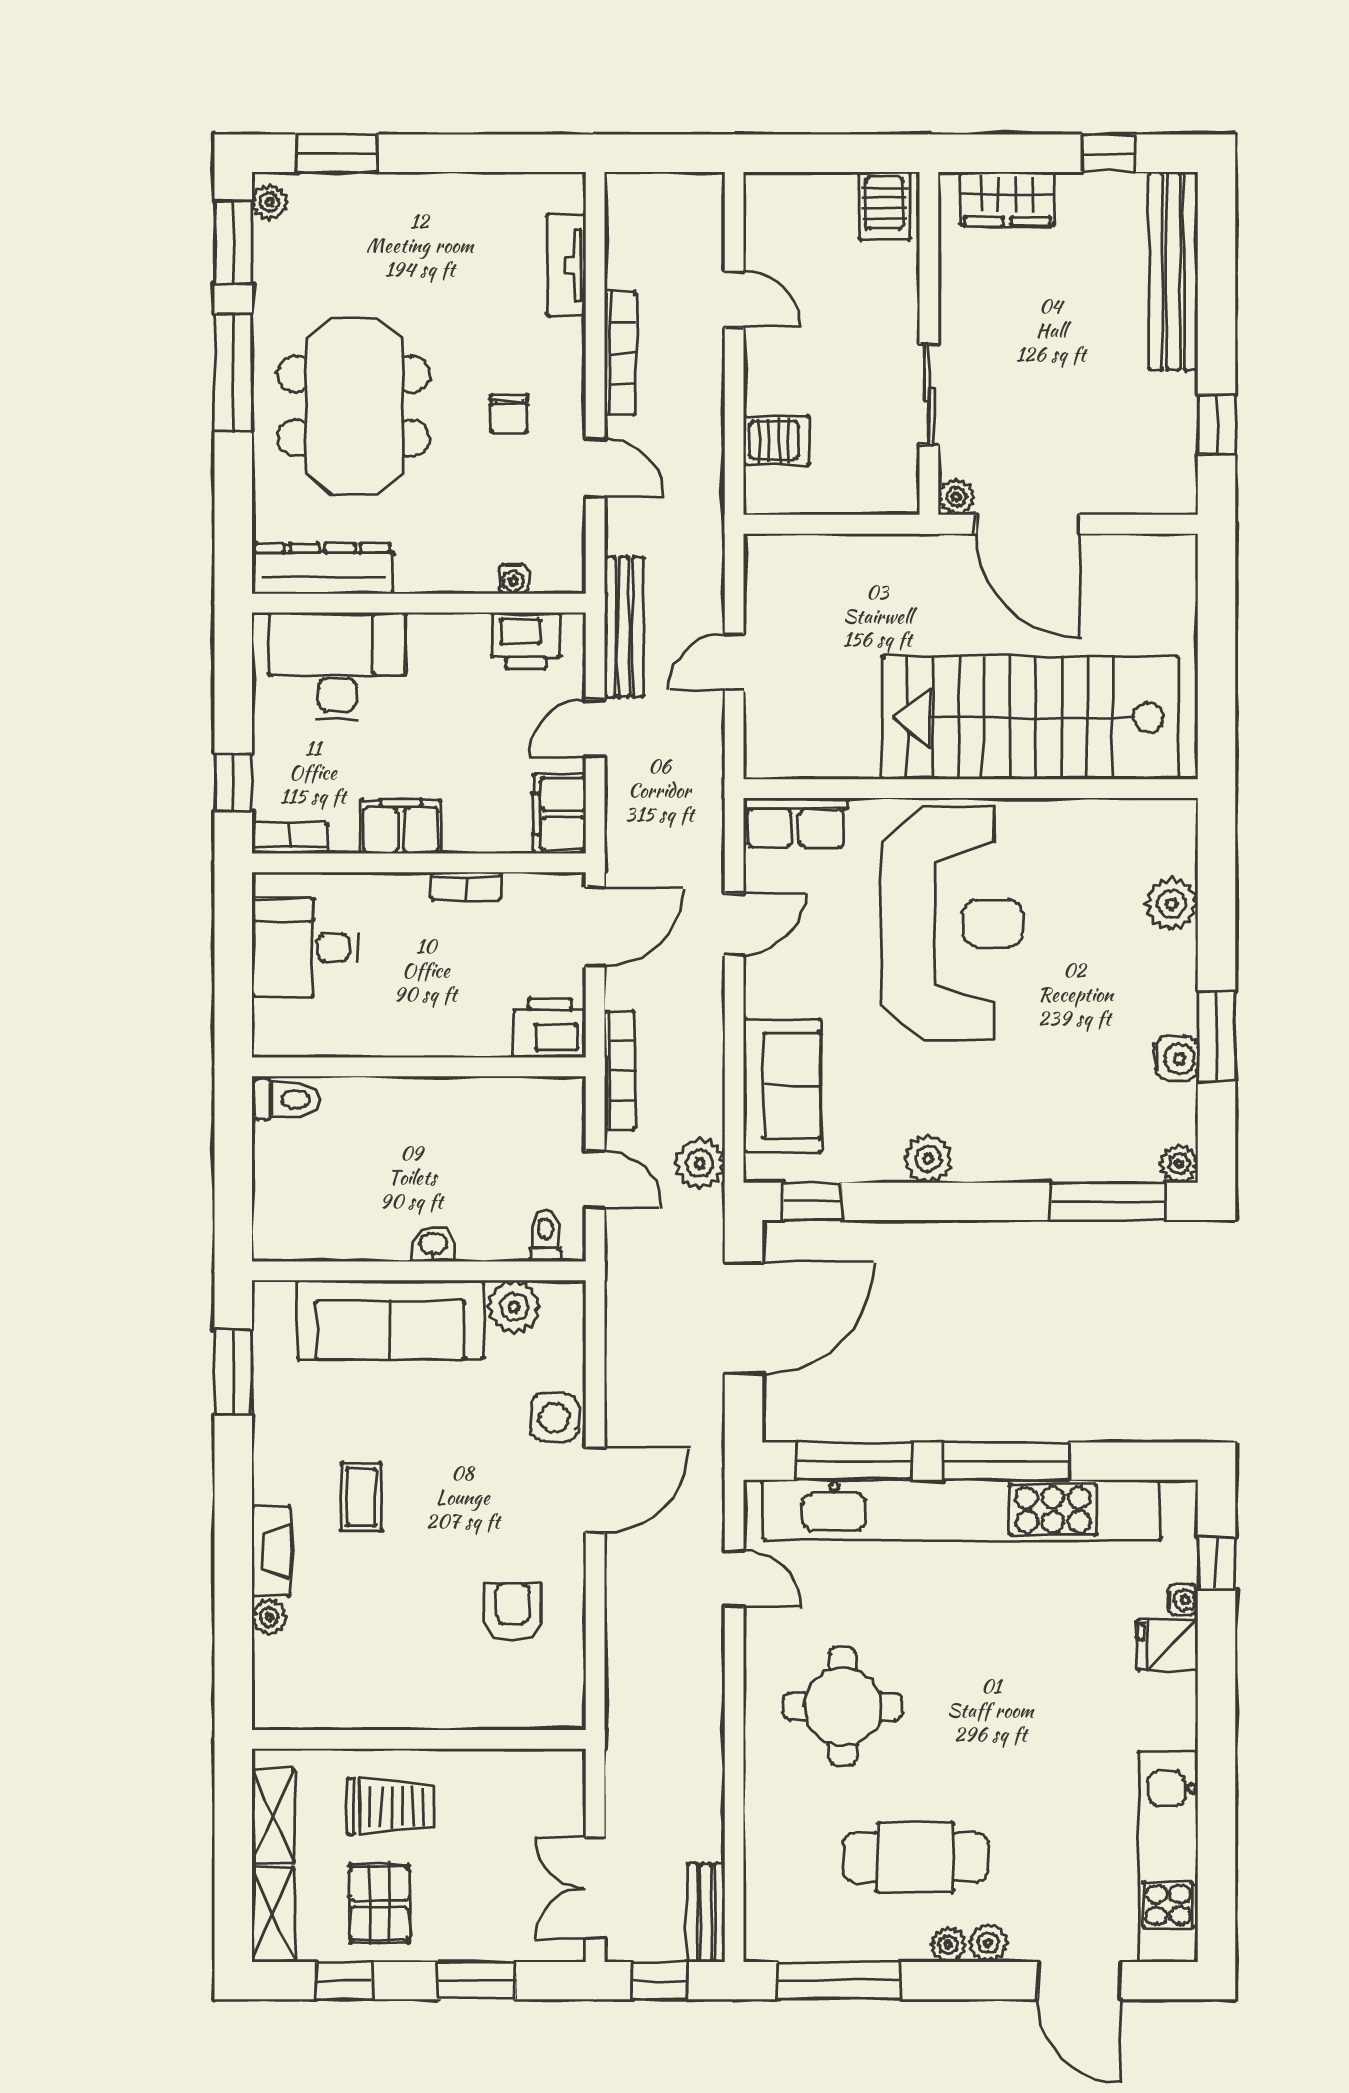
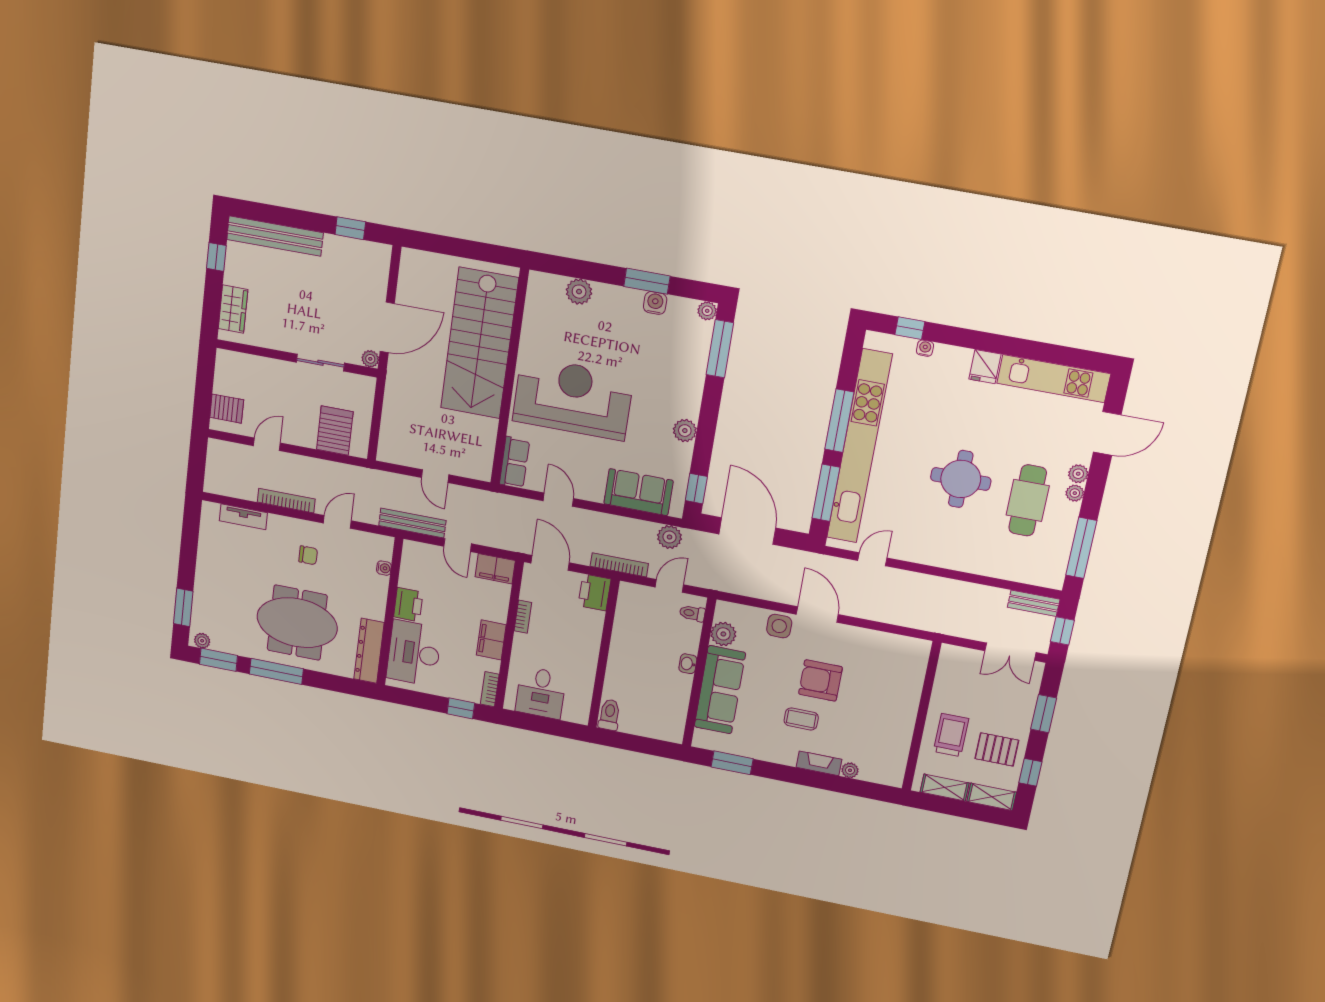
server rack: (885, 206) -> (227, 409), moved
server rack: (777, 440) -> (335, 431), width x1.36, depth x1.44
printer: (526, 641) -> (408, 605), moved
armchair: (513, 1612) -> (820, 680), moved, width x1.38, depth x1.38
fridge: (1167, 1645) -> (985, 367), moved
round table: (843, 1707) -> (961, 479), moved

